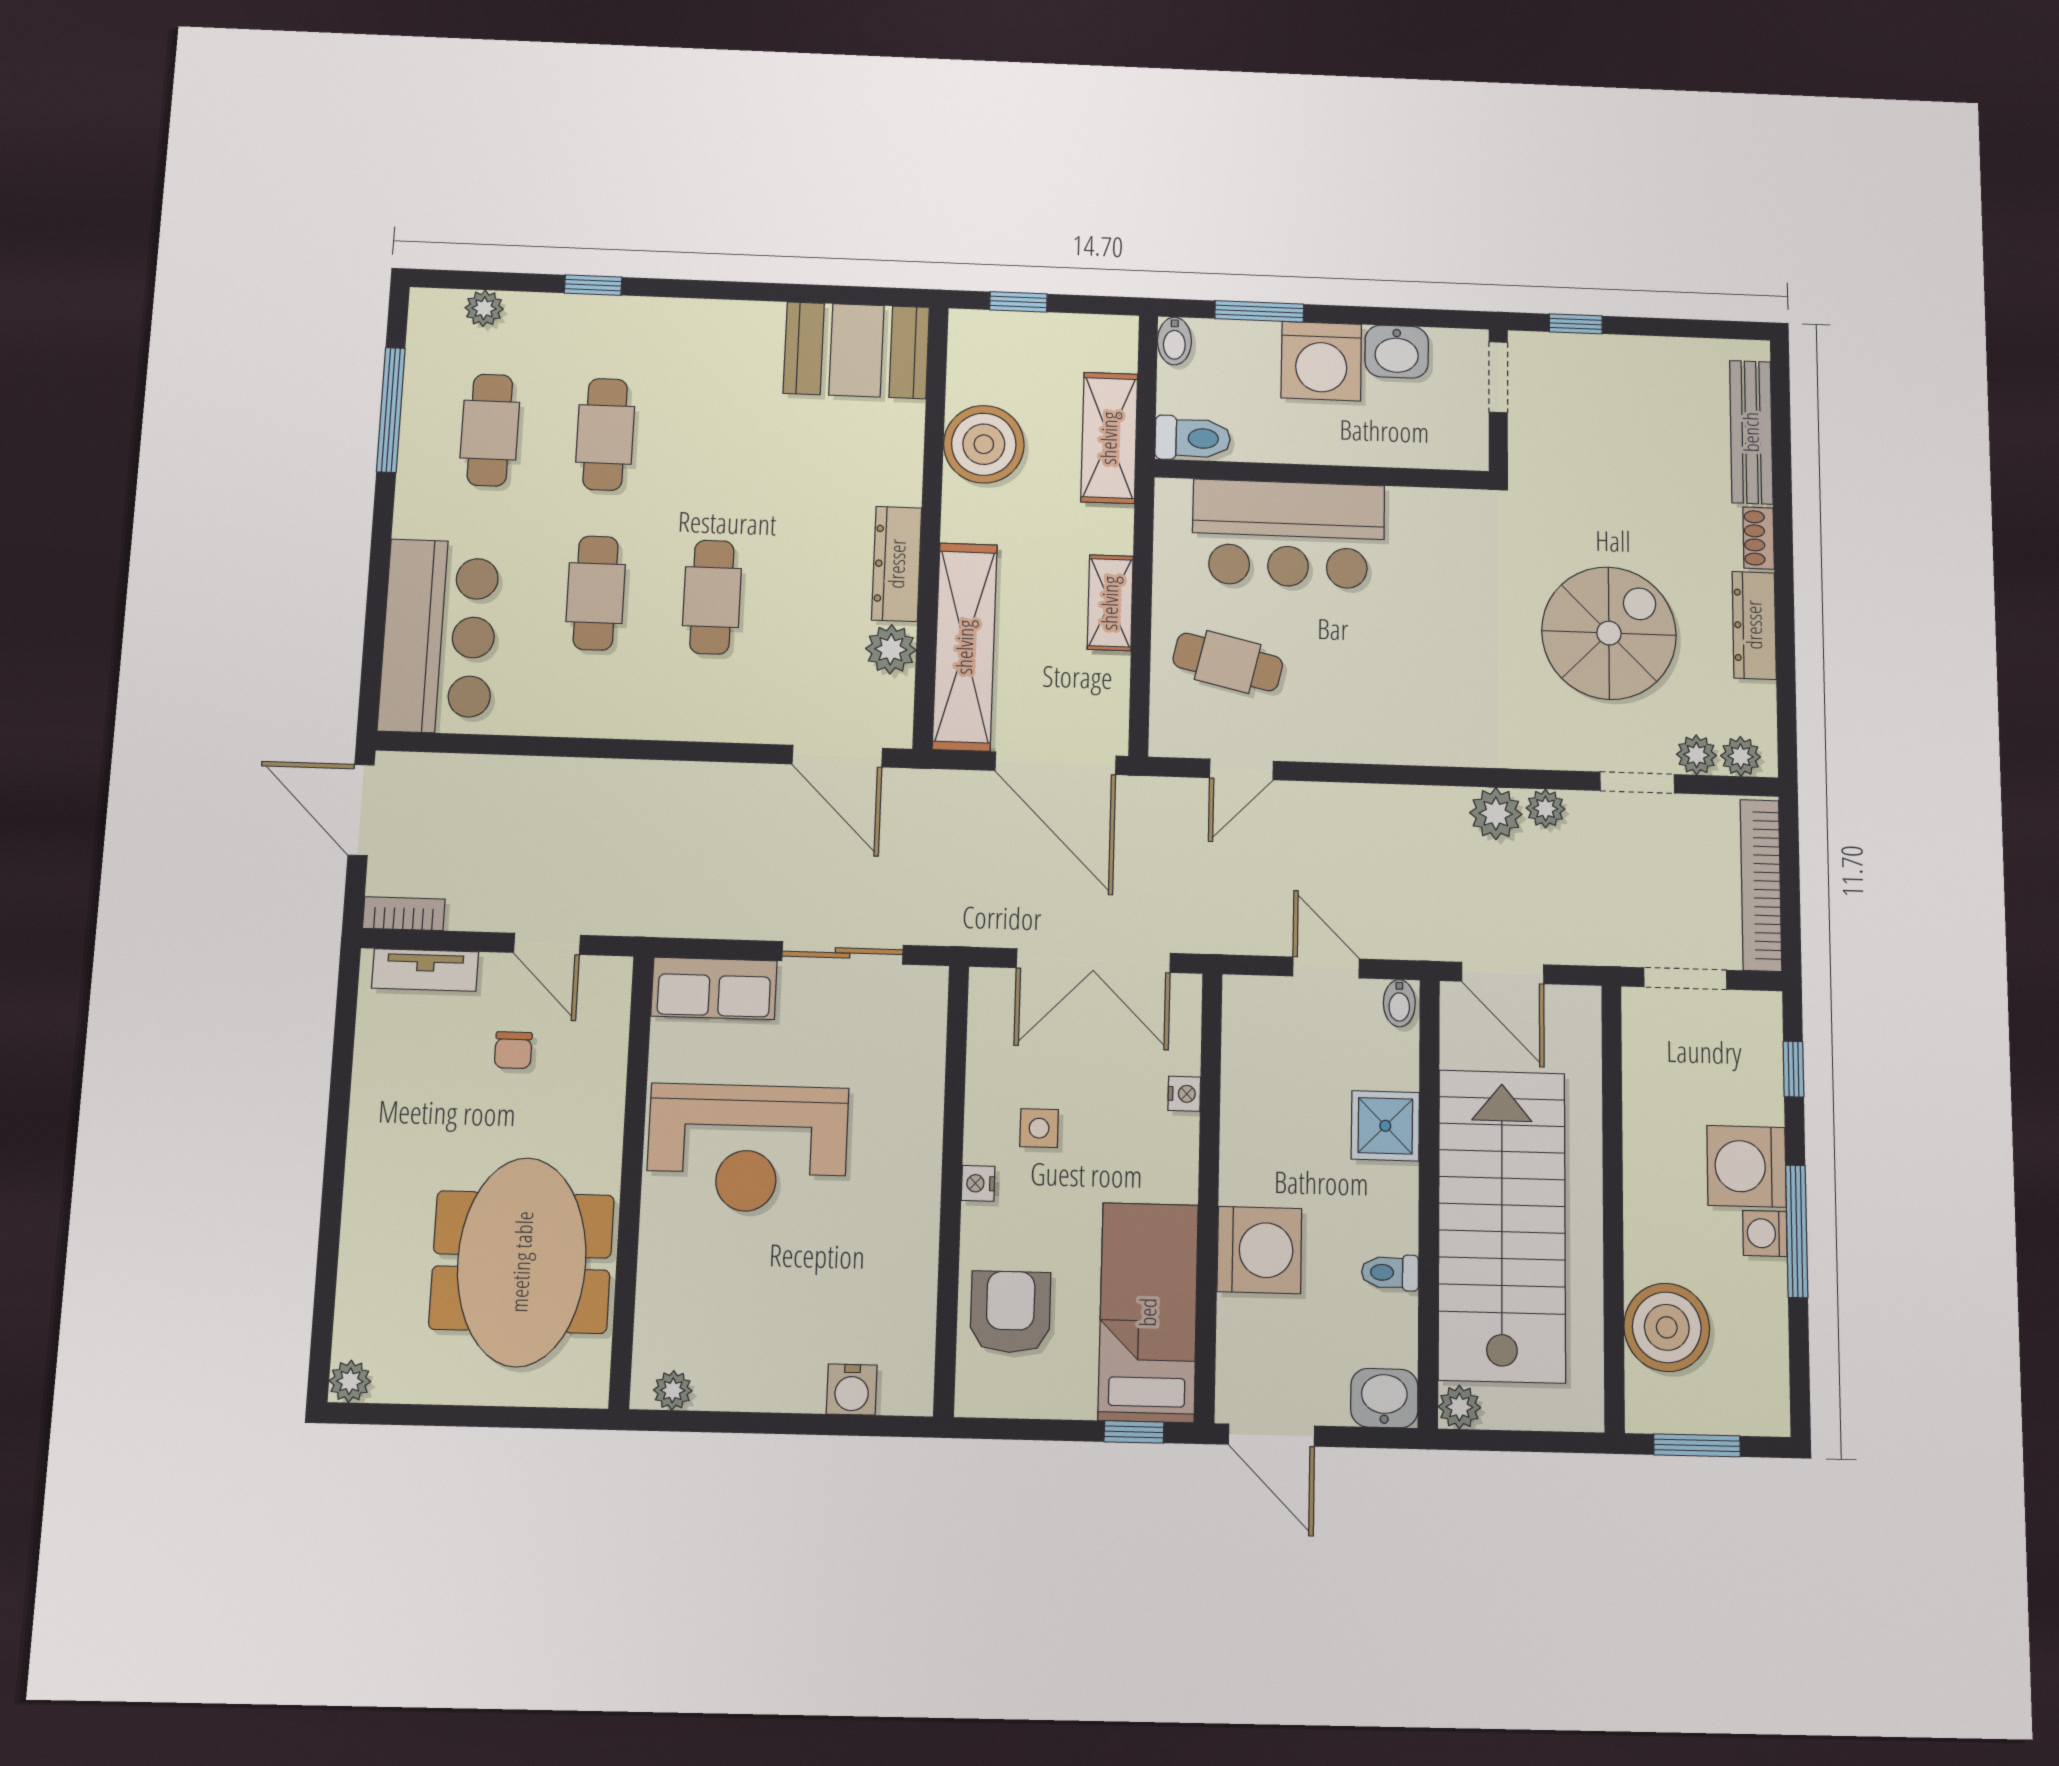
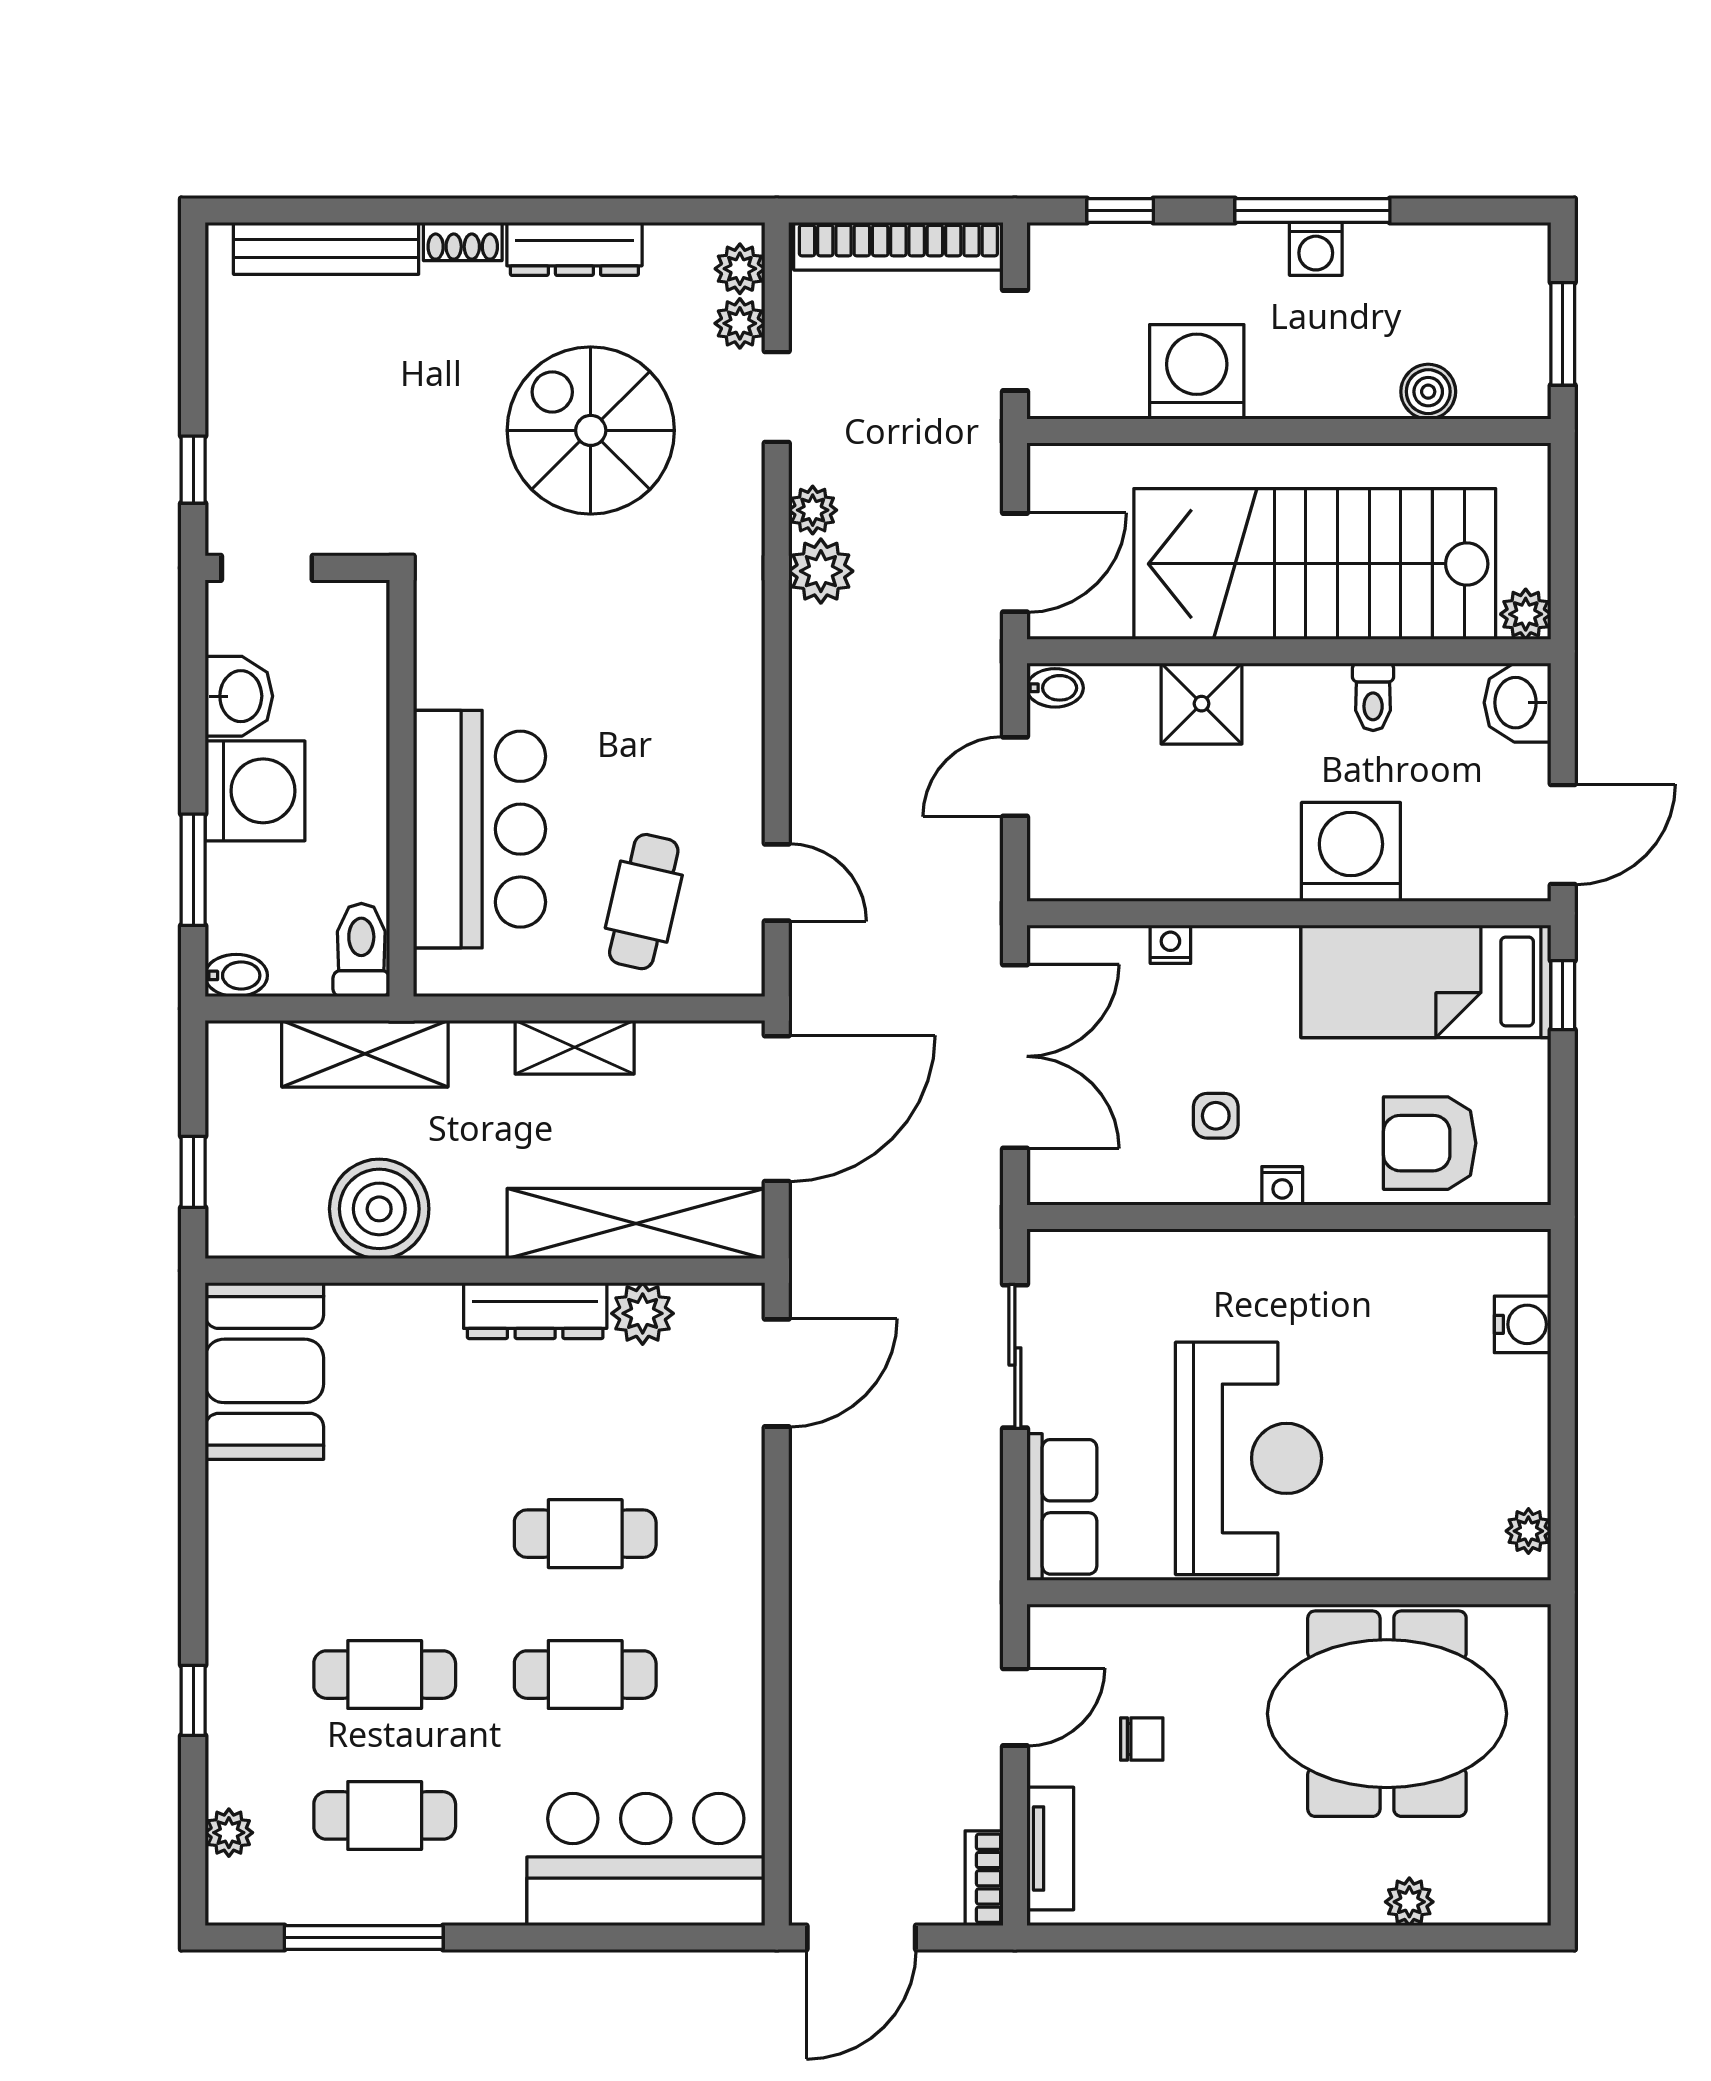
washing machine: (1746, 1166) -> (1197, 372), moved, turned 180
boiler: (1667, 1327) -> (1428, 392), width x0.54, depth x0.54
plant: (350, 1381) -> (1409, 1902), moved

